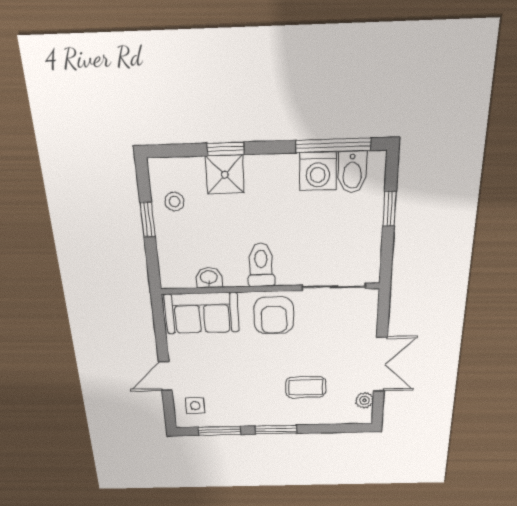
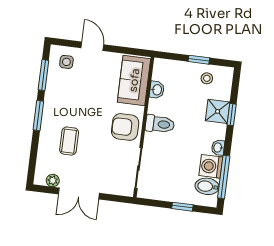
washbasin: (285, 164) -> (218, 148), added

